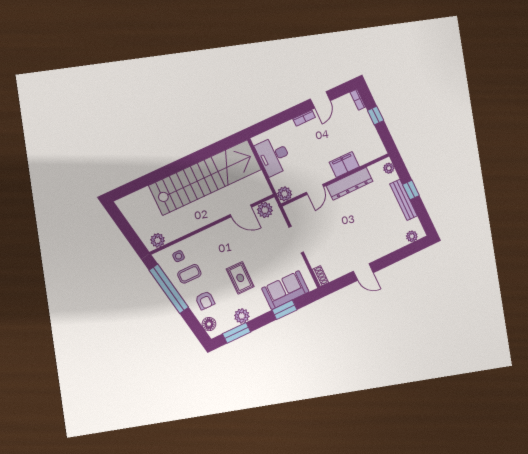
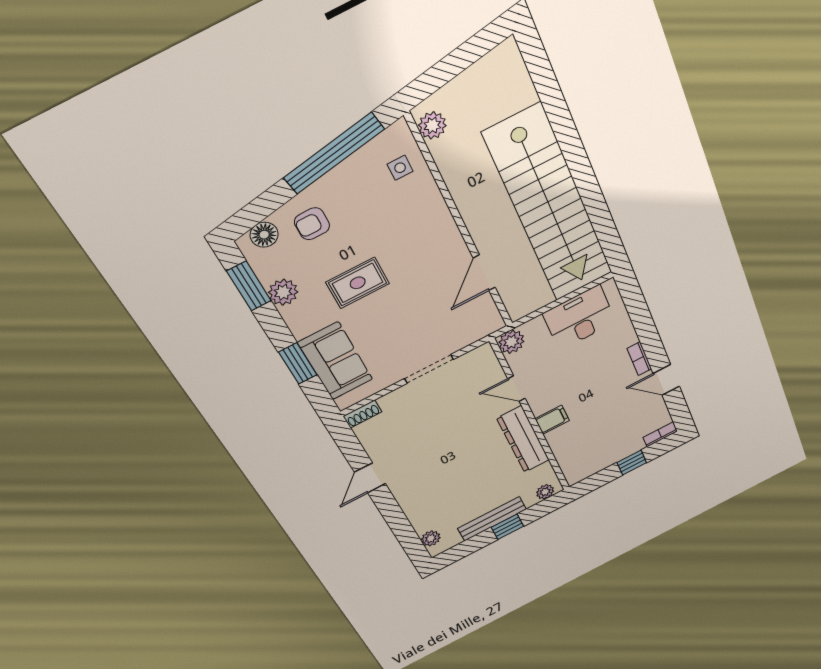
filing cabinet: (344, 164) -> (552, 420), width x0.50
plant: (265, 210) -> (484, 313), removed
coffee table: (189, 274) -> (365, 190), removed

